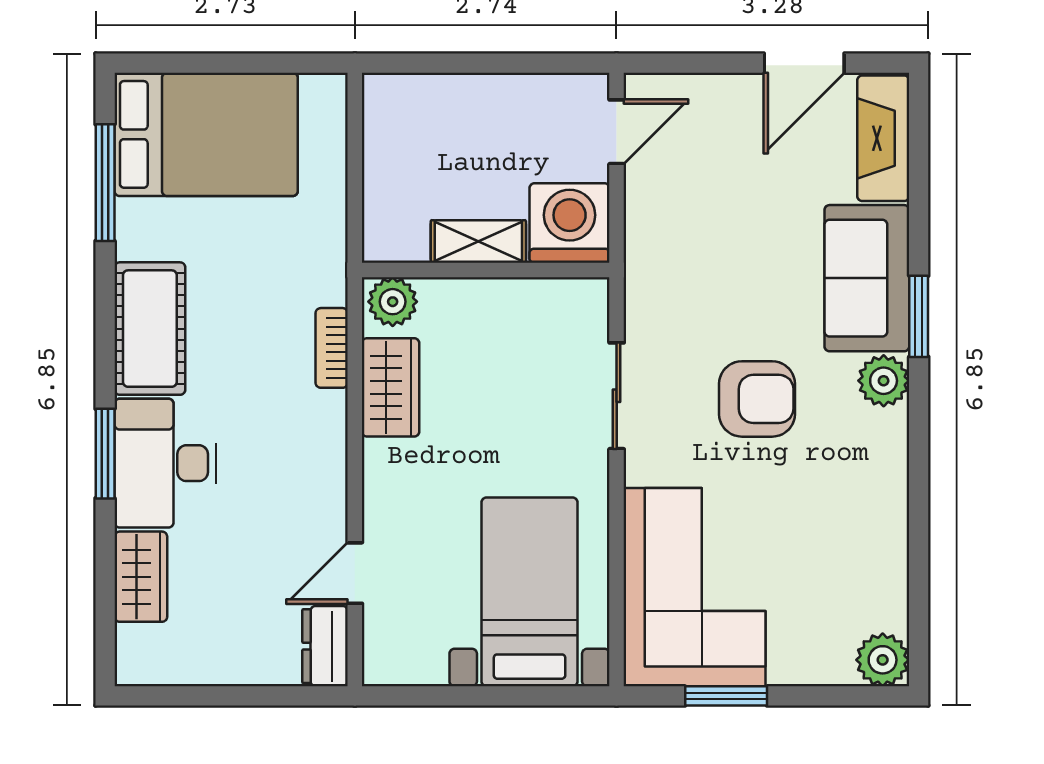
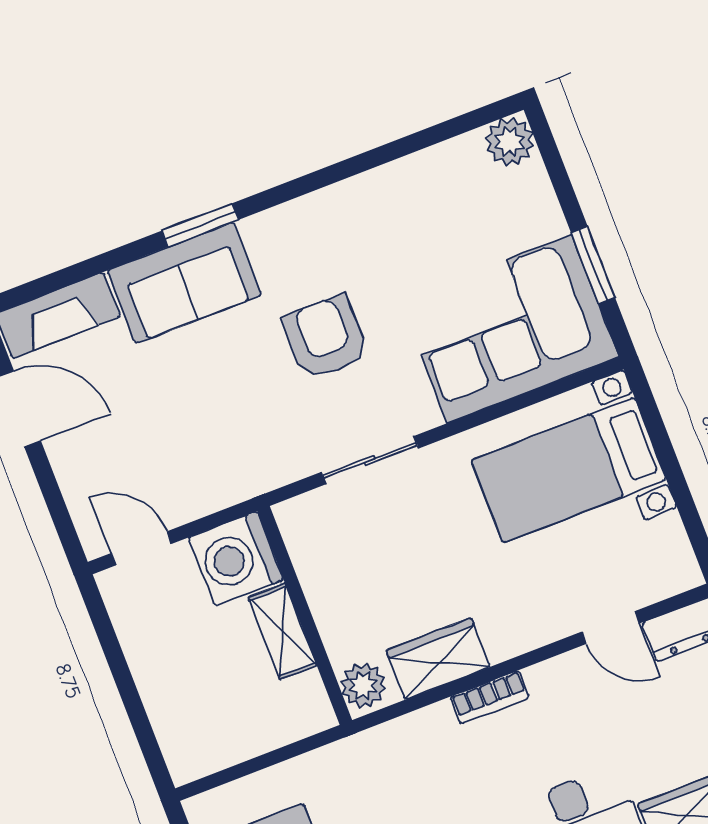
bookcase: (332, 348) -> (490, 697), moved
plant: (884, 381) -> (268, 234), removed

